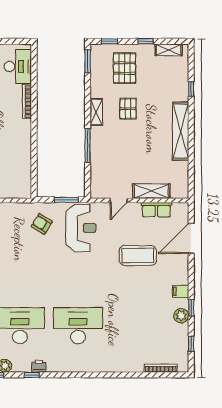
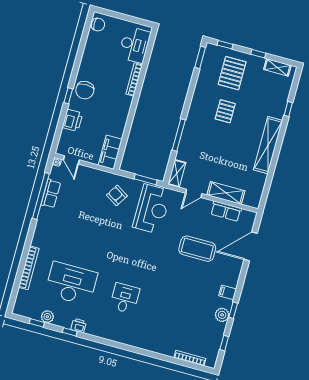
shelving: (96, 112) -> (177, 173), moved
filing cabinet: (23, 182) -> (110, 152), added
desk: (78, 326) -> (125, 298), width x0.53, depth x0.77

